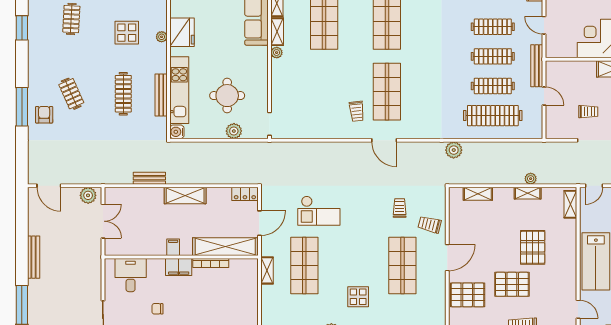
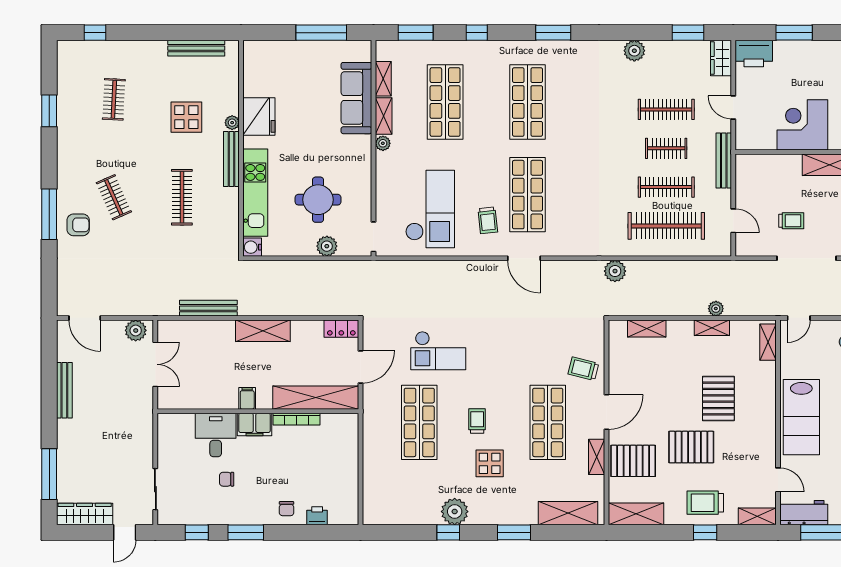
clothes rail: (493, 56) -> (666, 148), width x0.73
bench: (161, 95) -> (231, 159), moved
door: (544, 96) -> (733, 221), moved
checkout: (313, 103) -> (430, 209), added
armchair: (44, 115) -> (78, 225), turned 90
bench: (149, 178) -> (208, 308), width x1.36
trolley: (400, 208) -> (477, 421), moved
bench: (34, 257) -> (64, 390), moved
shelving: (267, 270) -> (597, 457), moved
desk: (131, 275) -> (216, 435), moved

